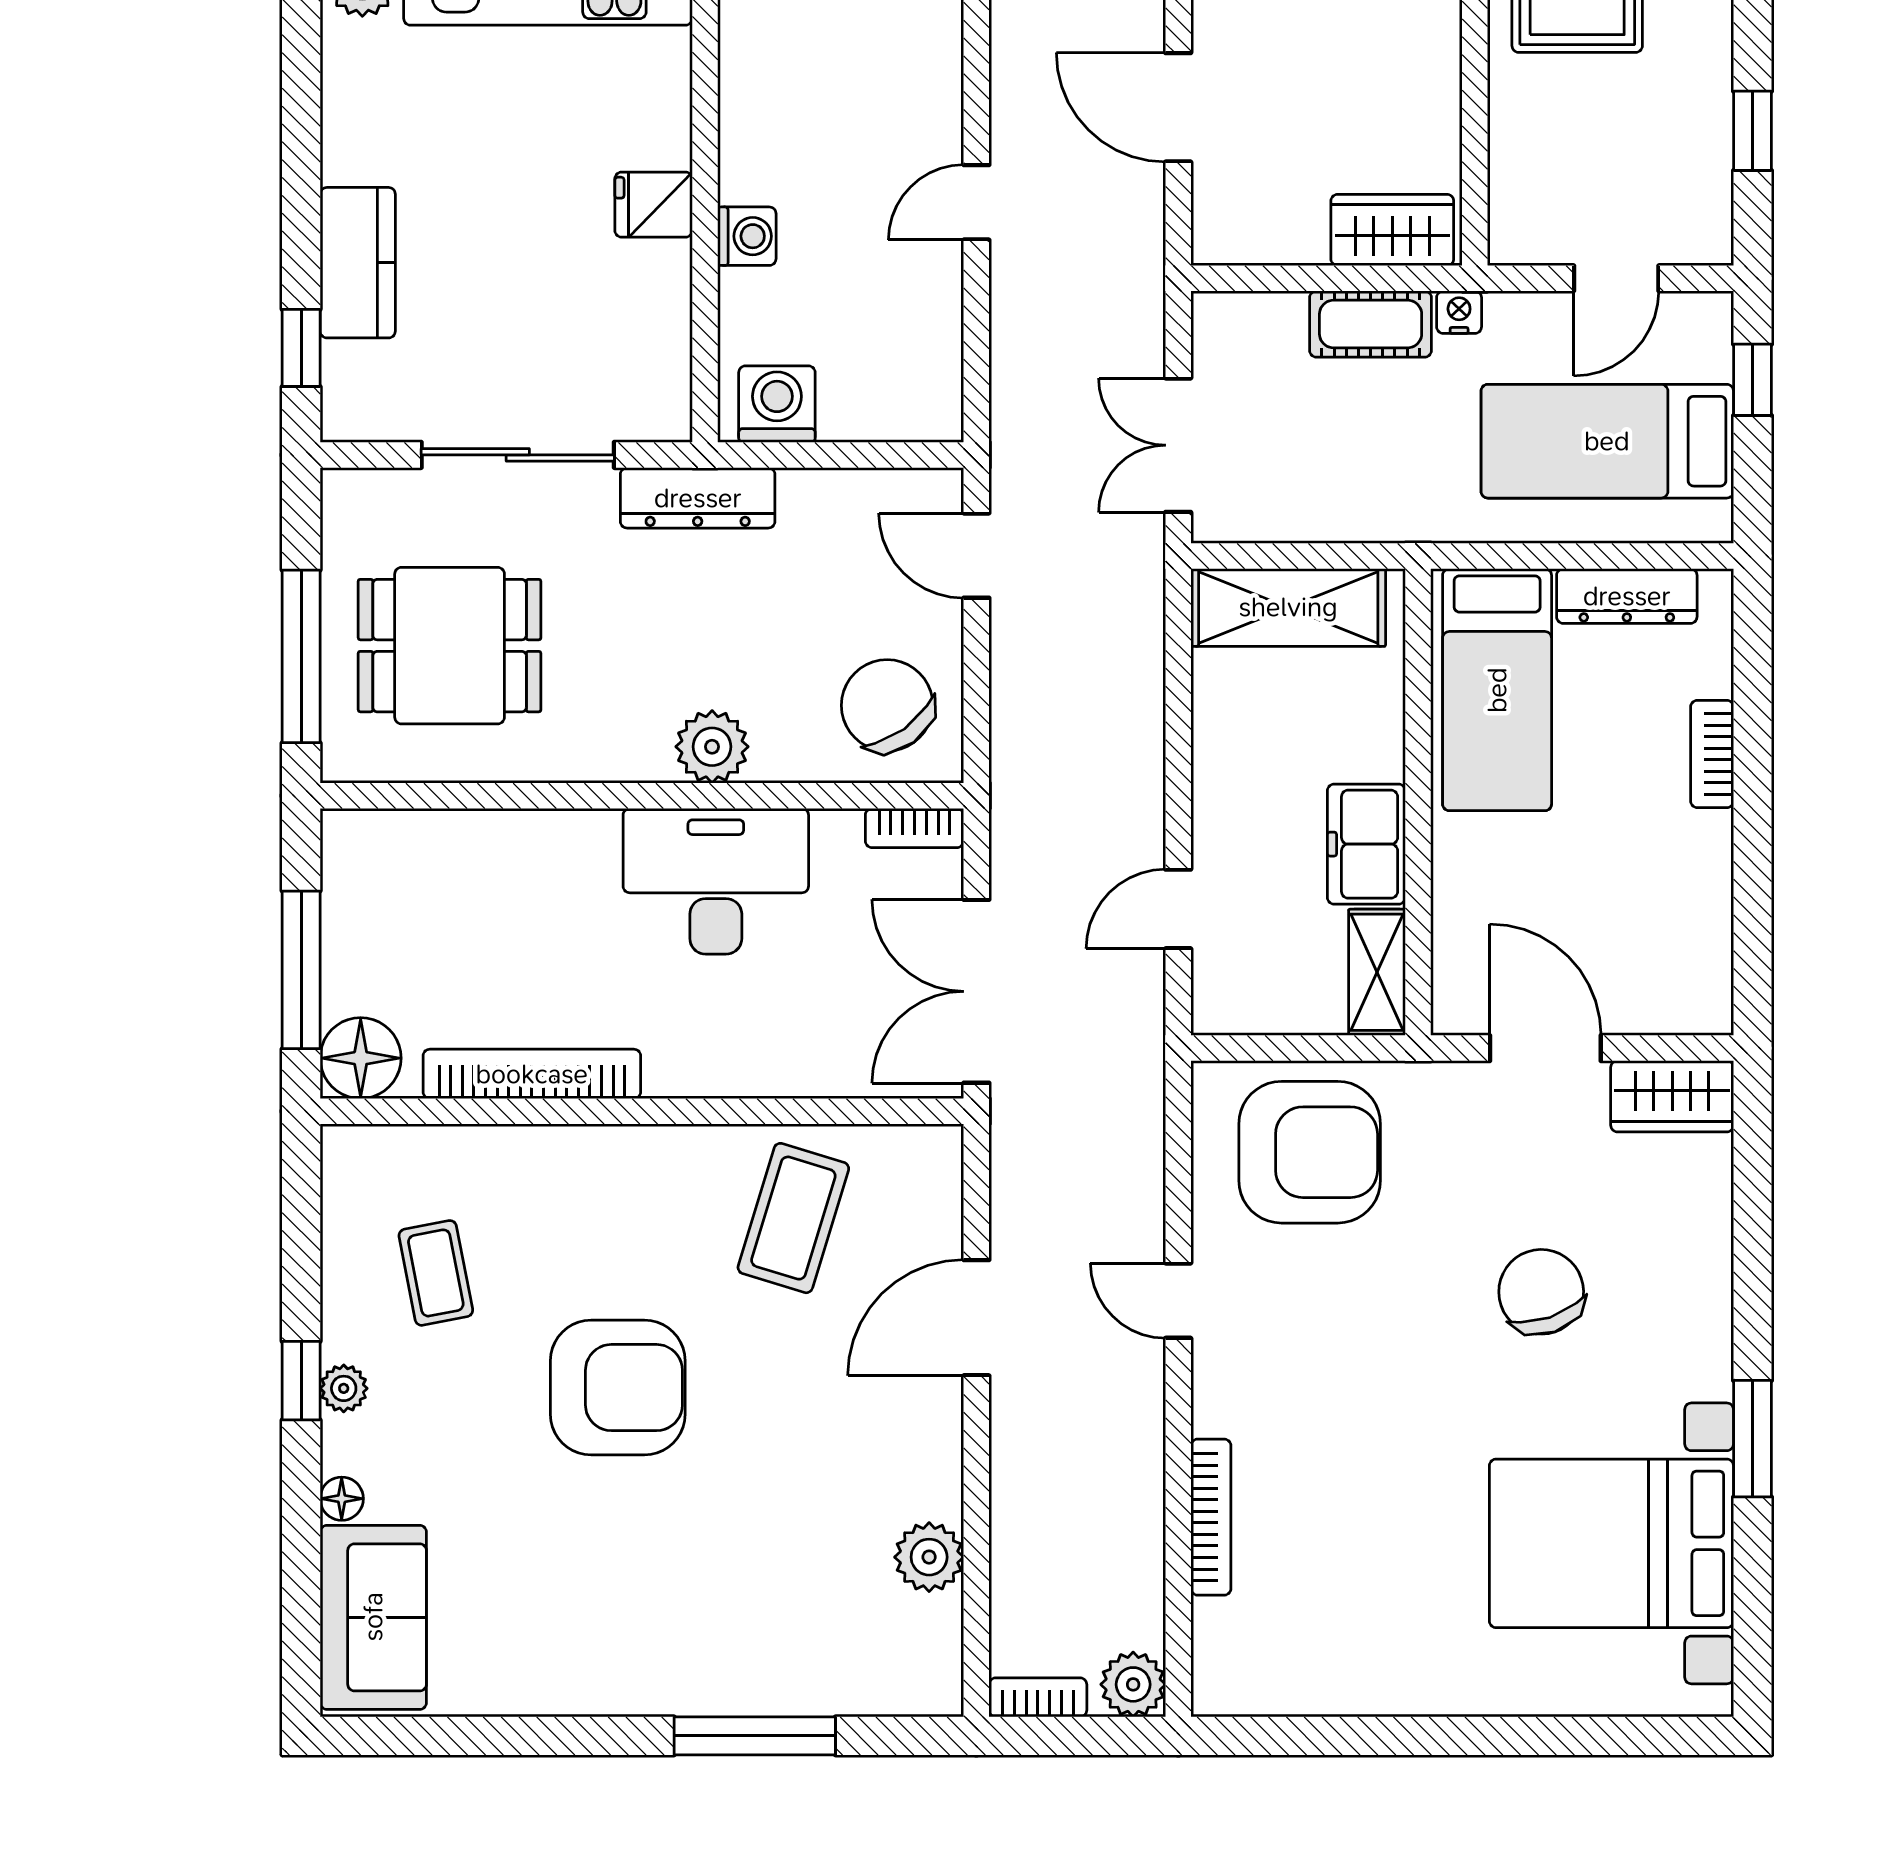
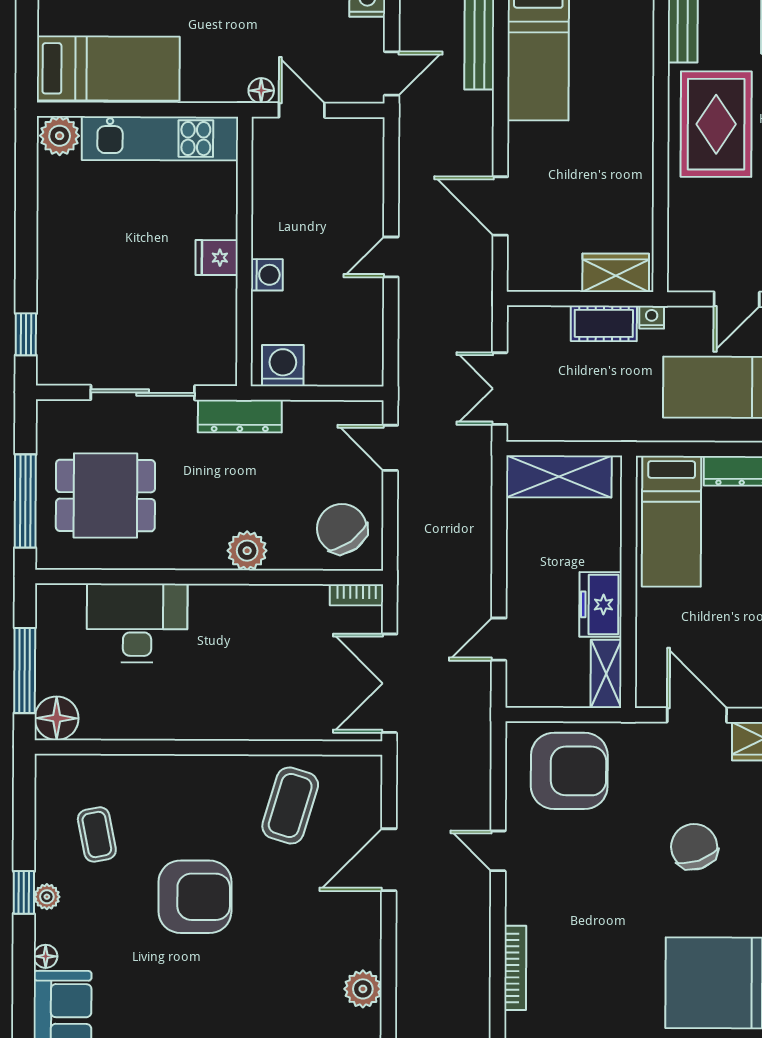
kitchen counter: (358, 263) -> (57, 288), removed
desk: (716, 881) -> (137, 623), moved
bookcase: (532, 1074) -> (149, 727), removed

